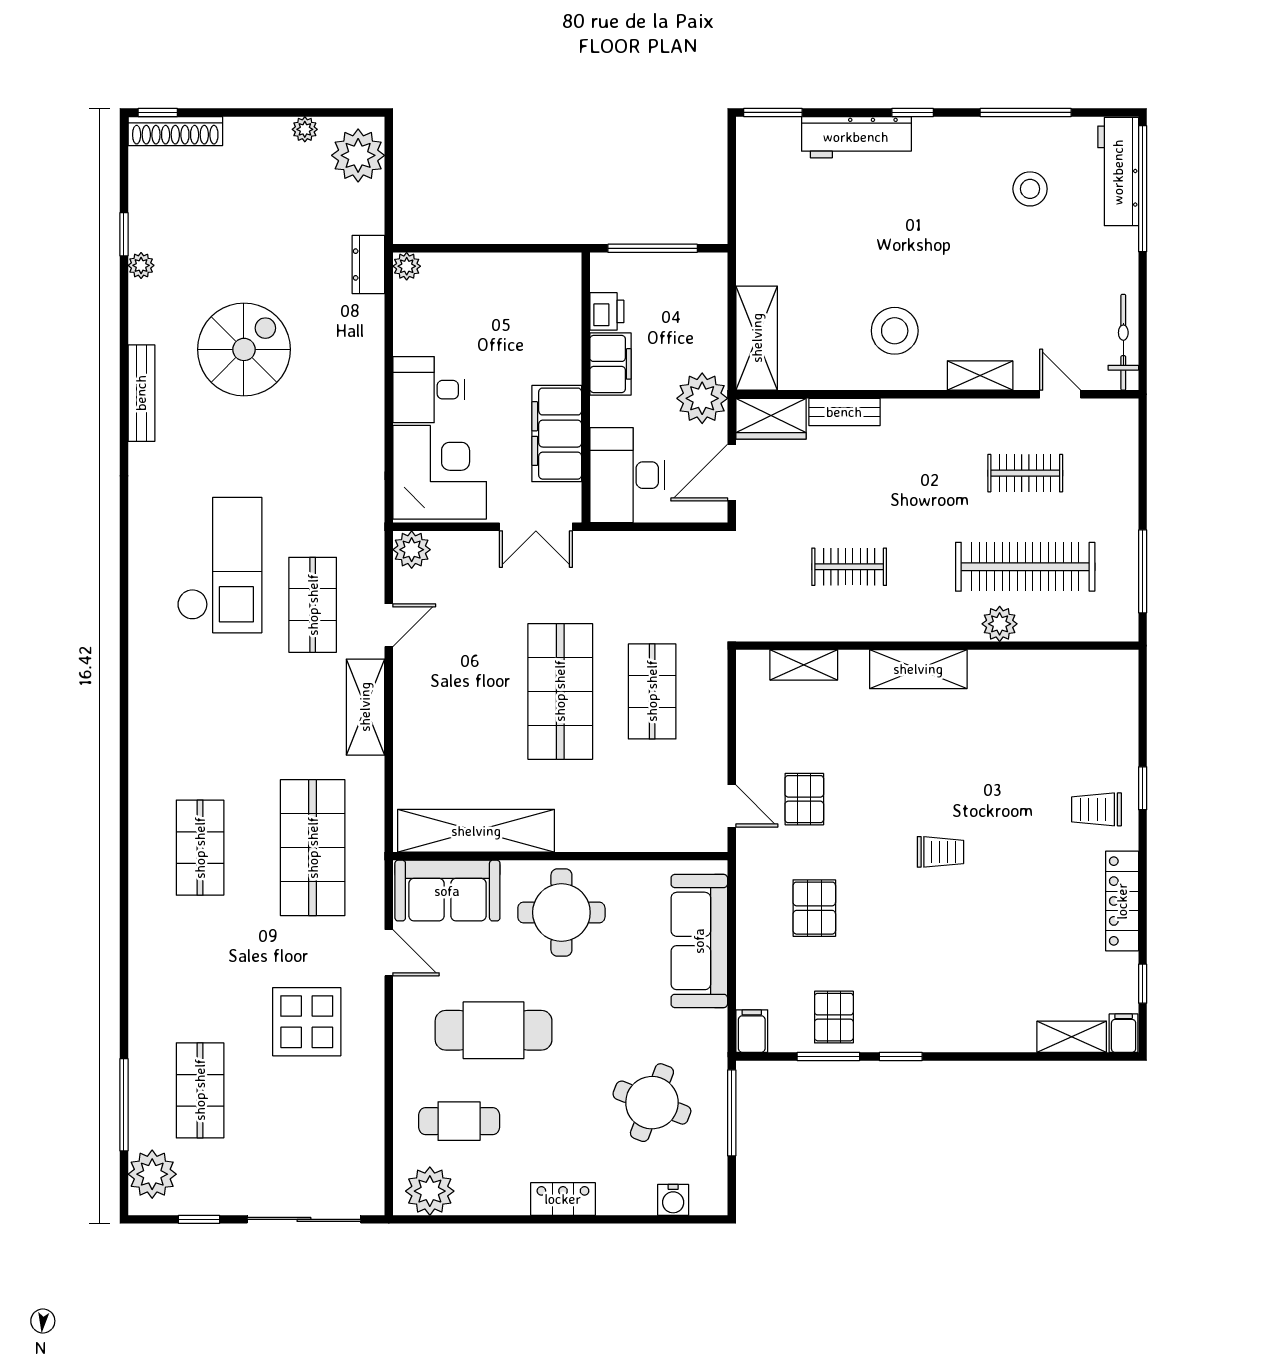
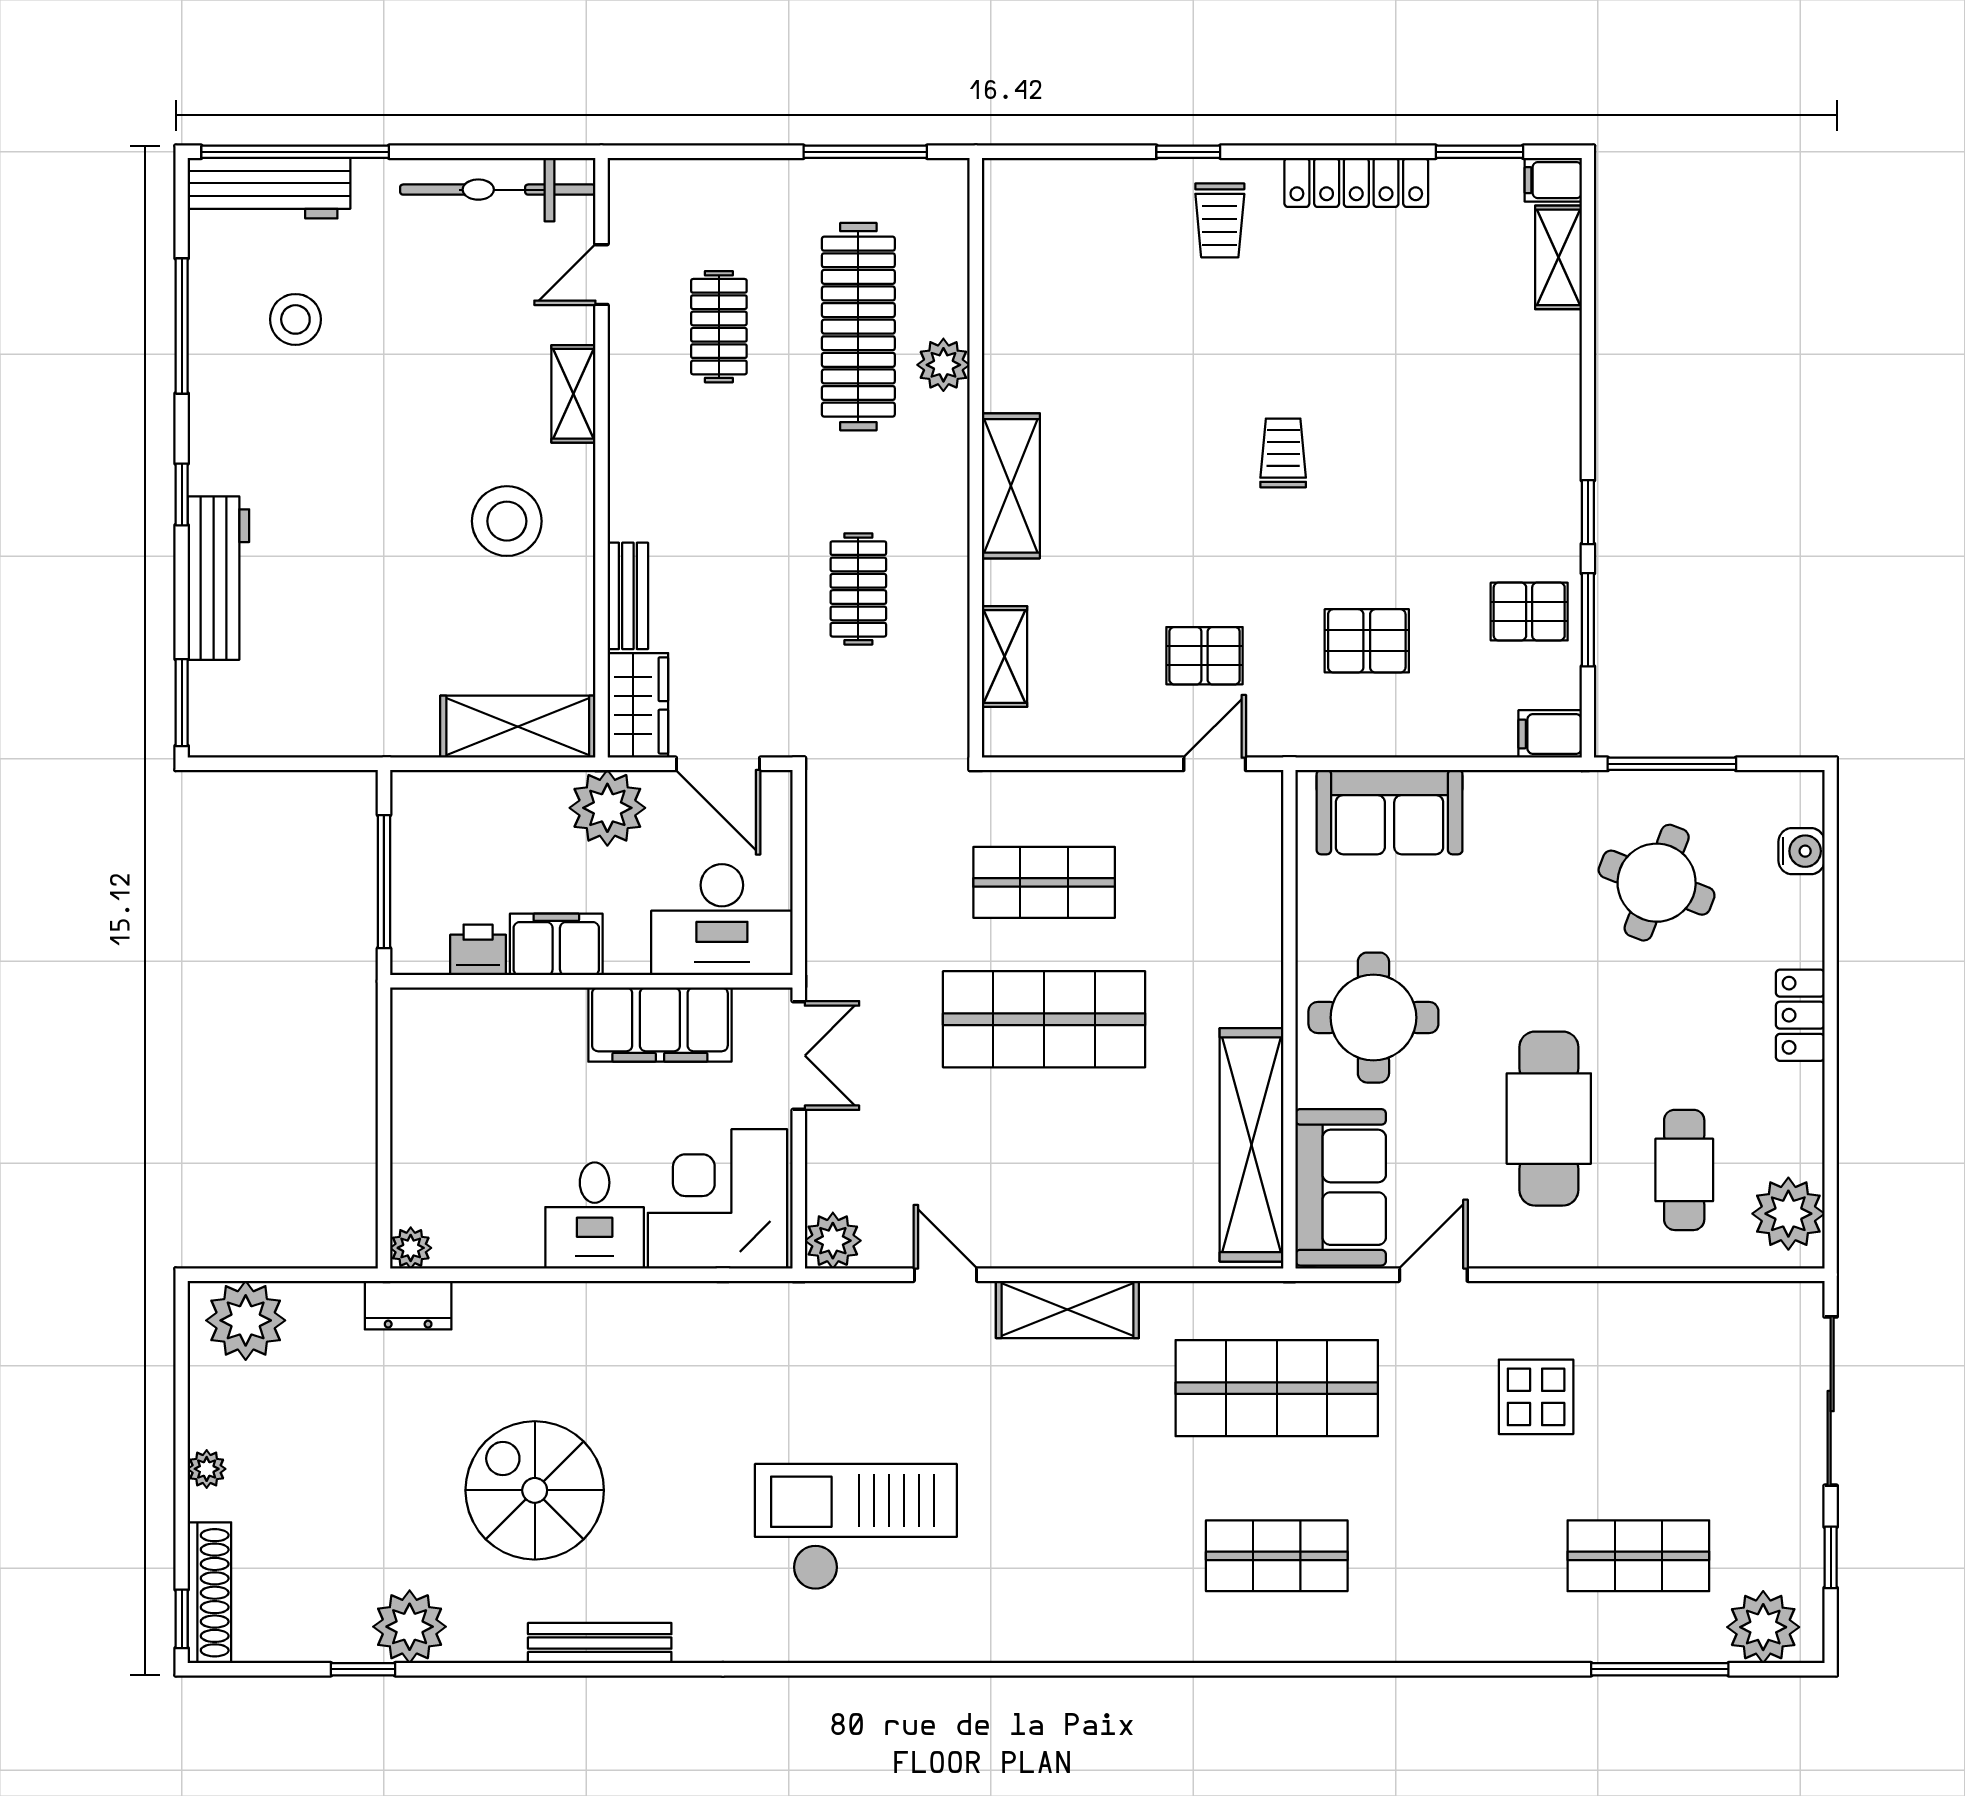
plant: (305, 129) -> (207, 1469), moved
plant: (141, 265) -> (410, 1627), width x1.88, depth x1.88
bicycle: (1123, 342) -> (498, 190), width x1.37, depth x1.40
shop shelf: (313, 605) -> (915, 1388), removed
sofa: (699, 941) -> (1390, 812), width x0.73
window: (1143, 984) -> (1479, 152), width x1.50
display table: (307, 1022) -> (1536, 1397), width x0.73, depth x0.73

